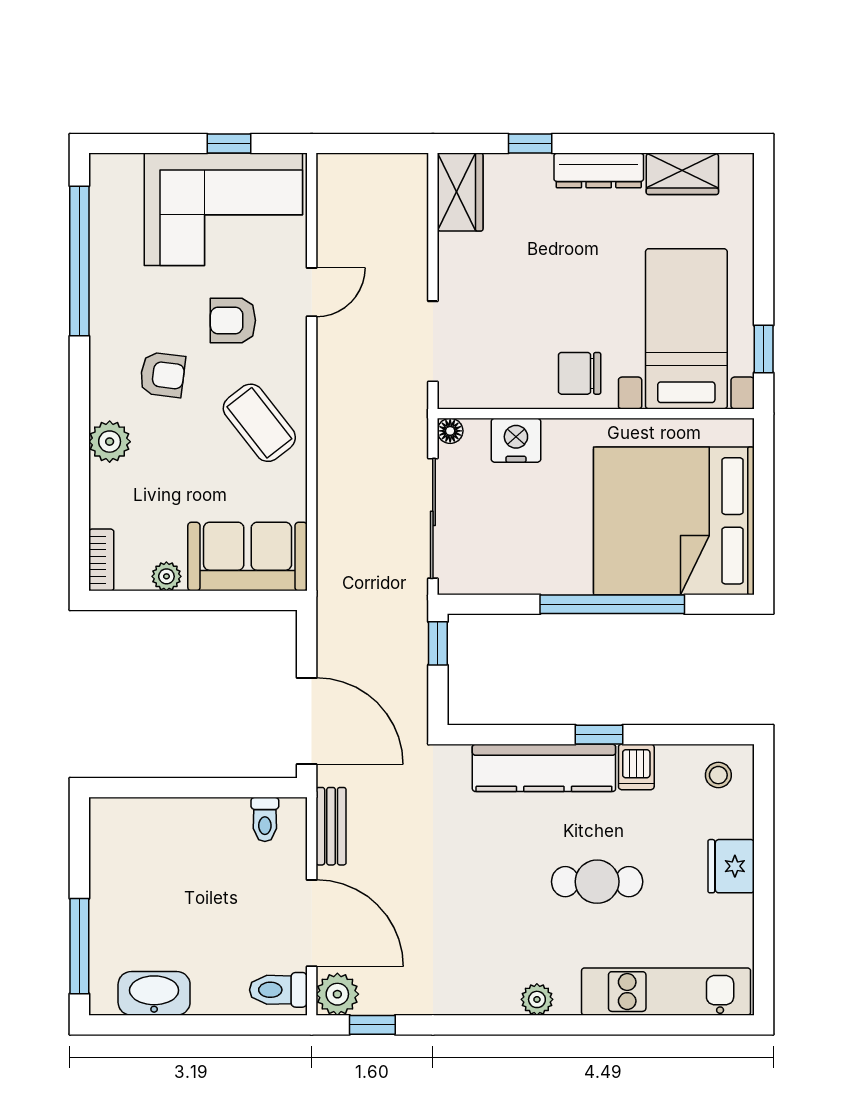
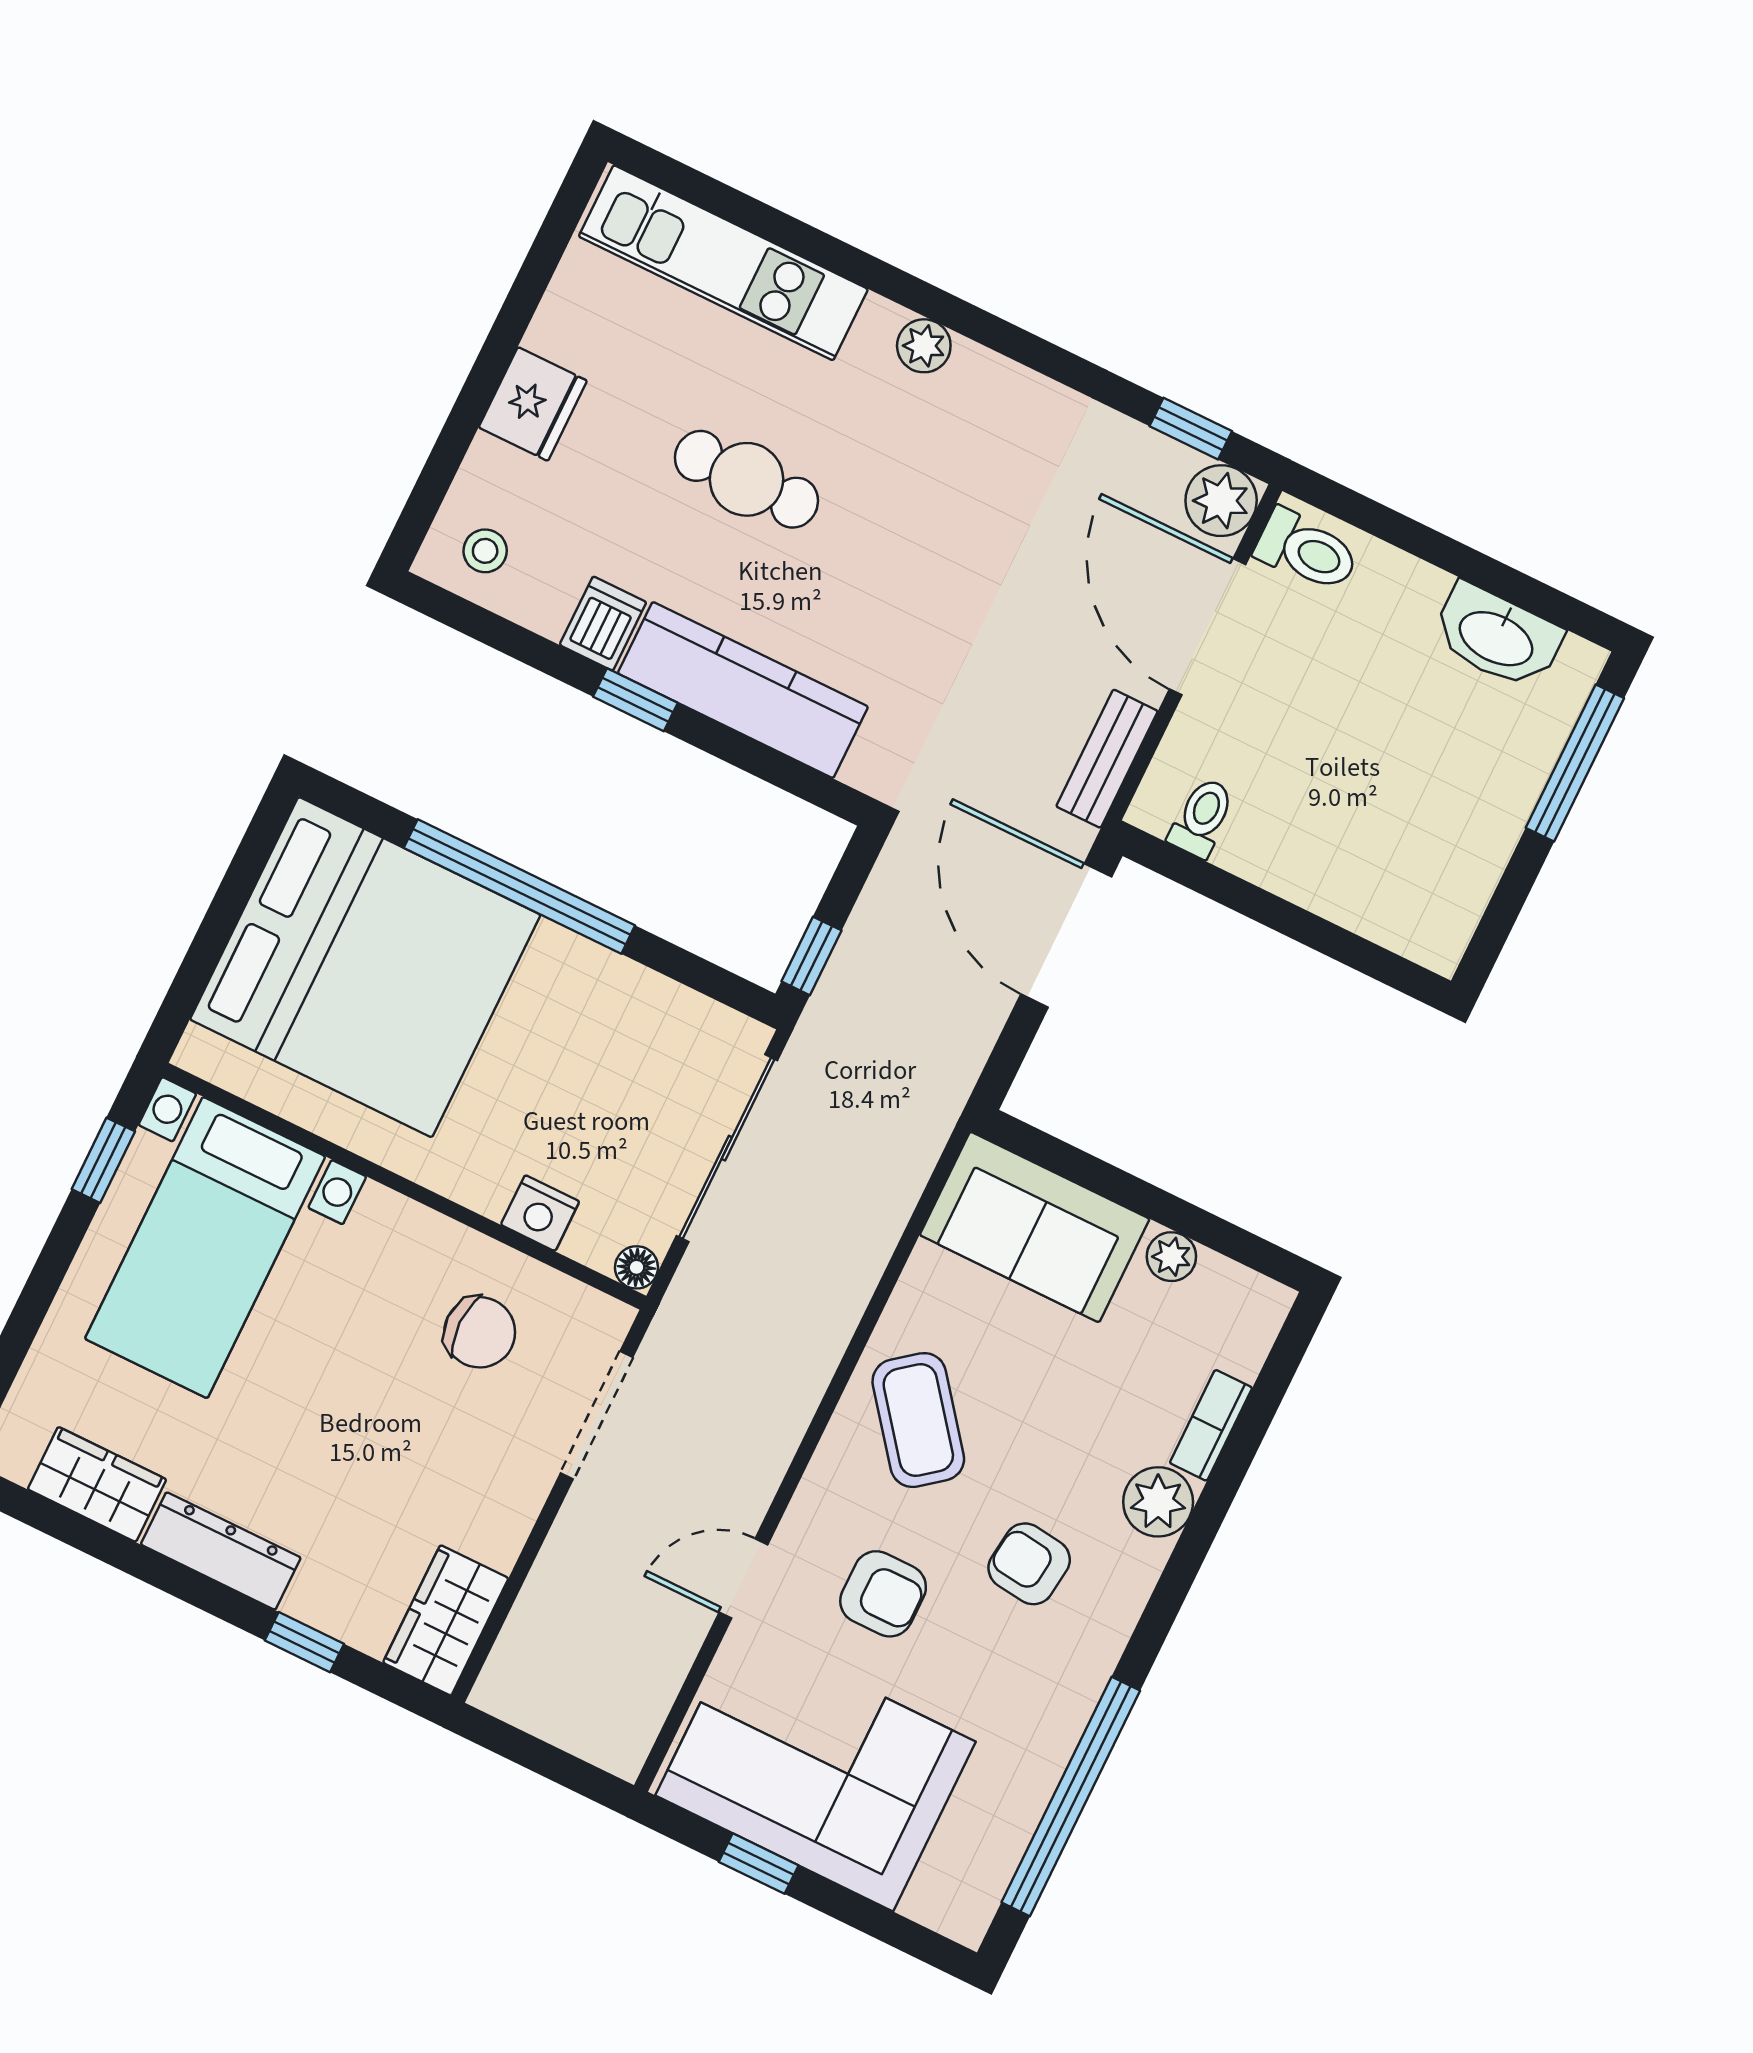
chair: (580, 373) -> (480, 1332), moved
nightstand: (516, 440) -> (540, 1213), width x0.74, depth x0.75
bookcase: (101, 560) -> (1211, 1425), moved

